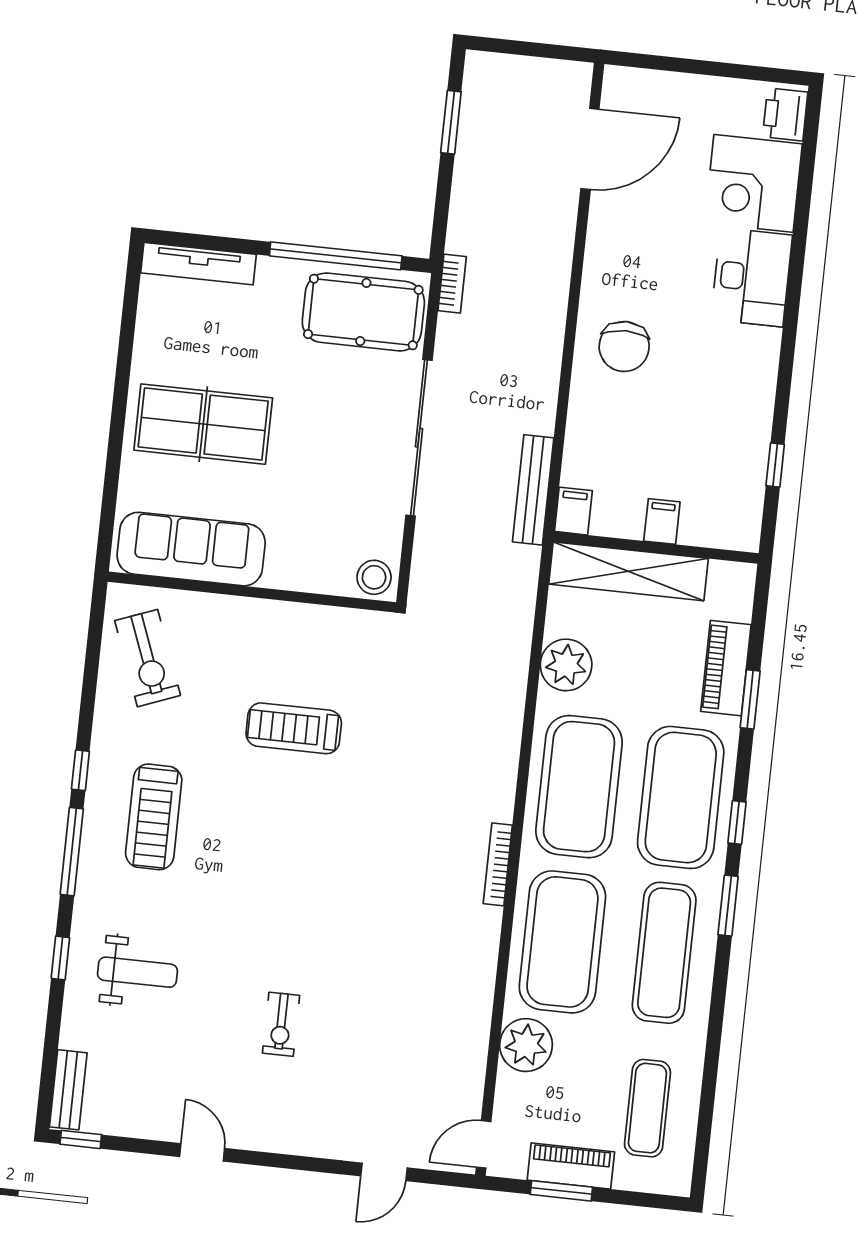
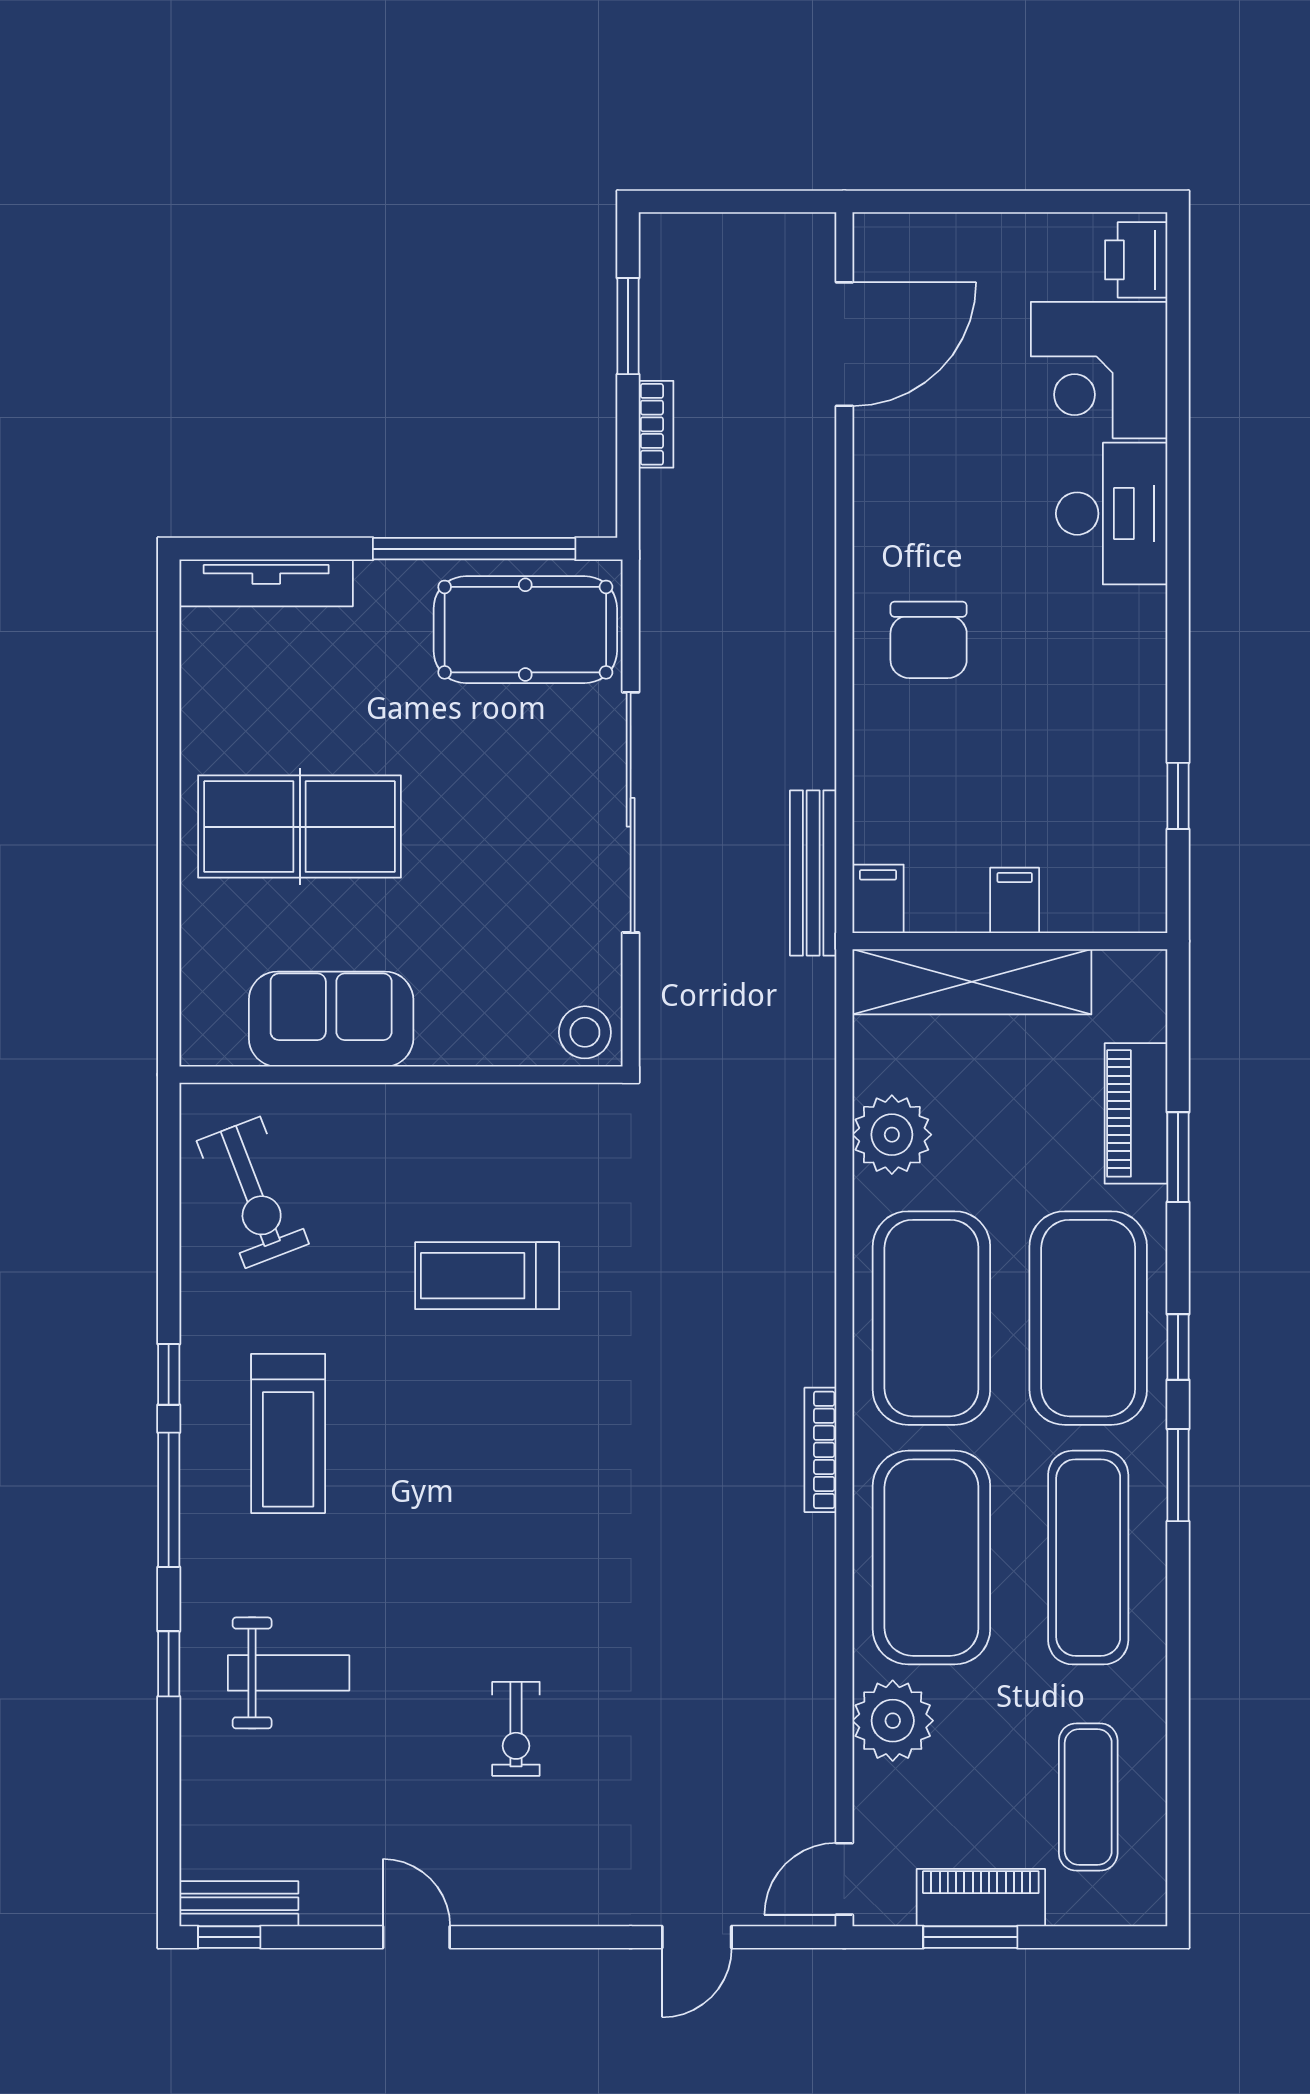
bookcase: (452, 284) -> (656, 424), moved
sofa: (191, 549) -> (331, 1019), width x0.73
bench: (68, 1090) -> (239, 1904), moved, turned 90

